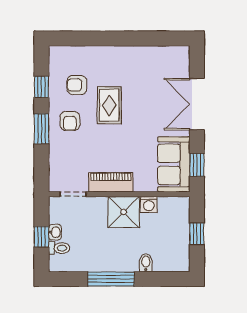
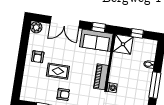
plant: (180, 55) -> (36, 27), added
armchair: (77, 85) -> (38, 57), moved
washing machine: (149, 204) -> (112, 88), moved
shower: (124, 212) -> (123, 44), moved

